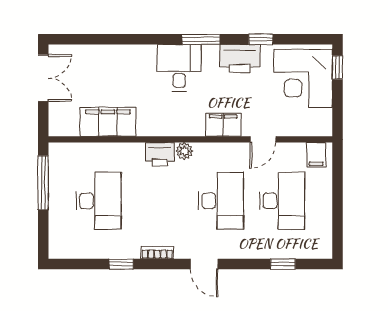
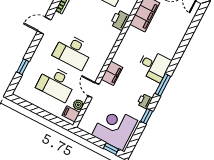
printer: (240, 59) -> (145, 101), width x0.53, depth x0.68
plant: (184, 151) -> (78, 105), moved
printer: (160, 154) -> (120, 20), moved

